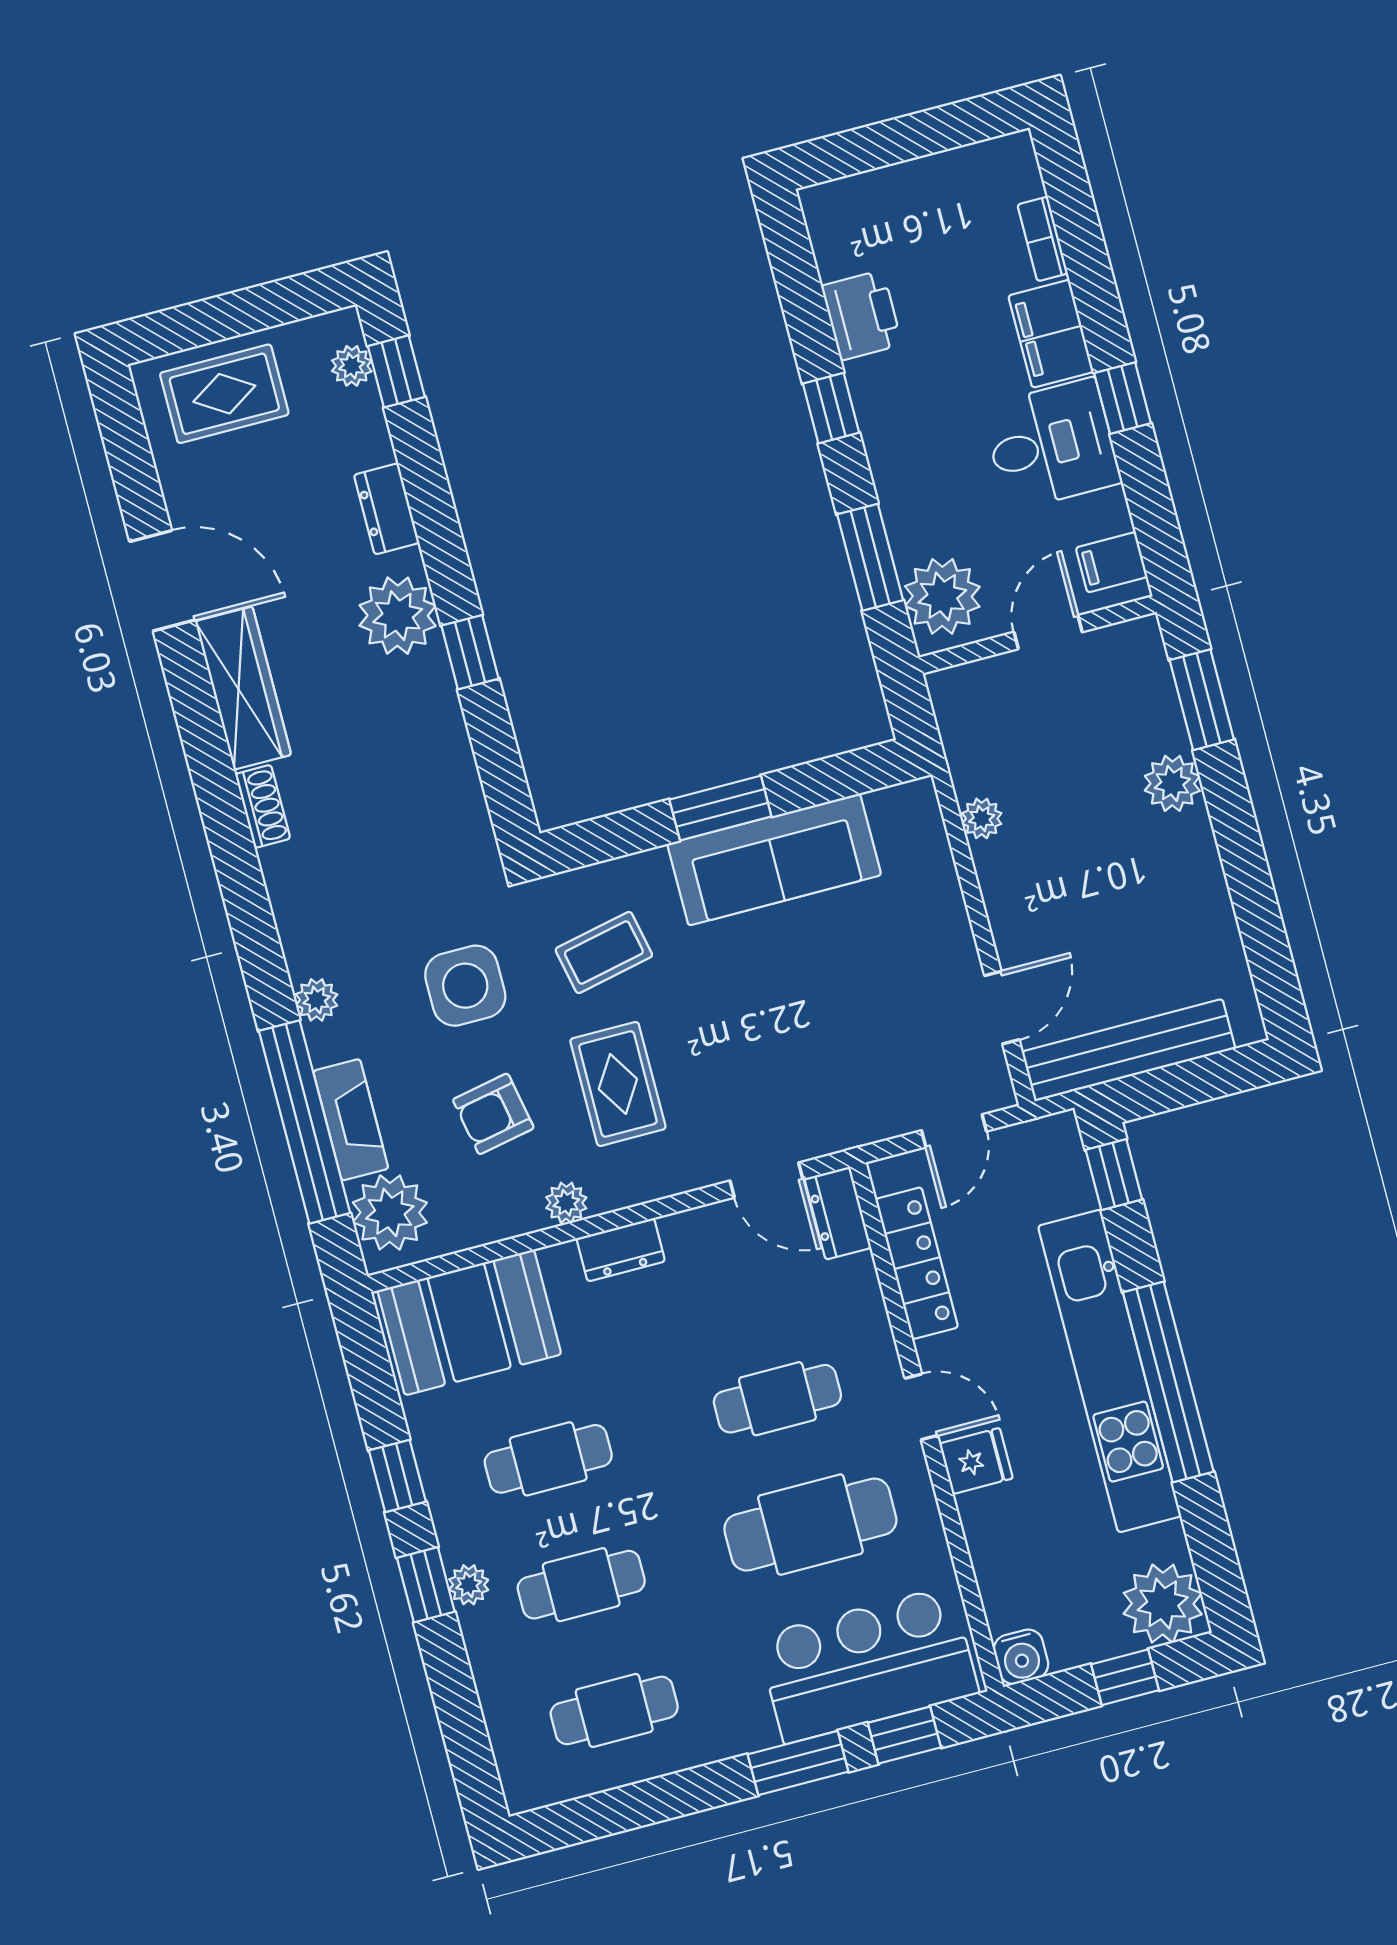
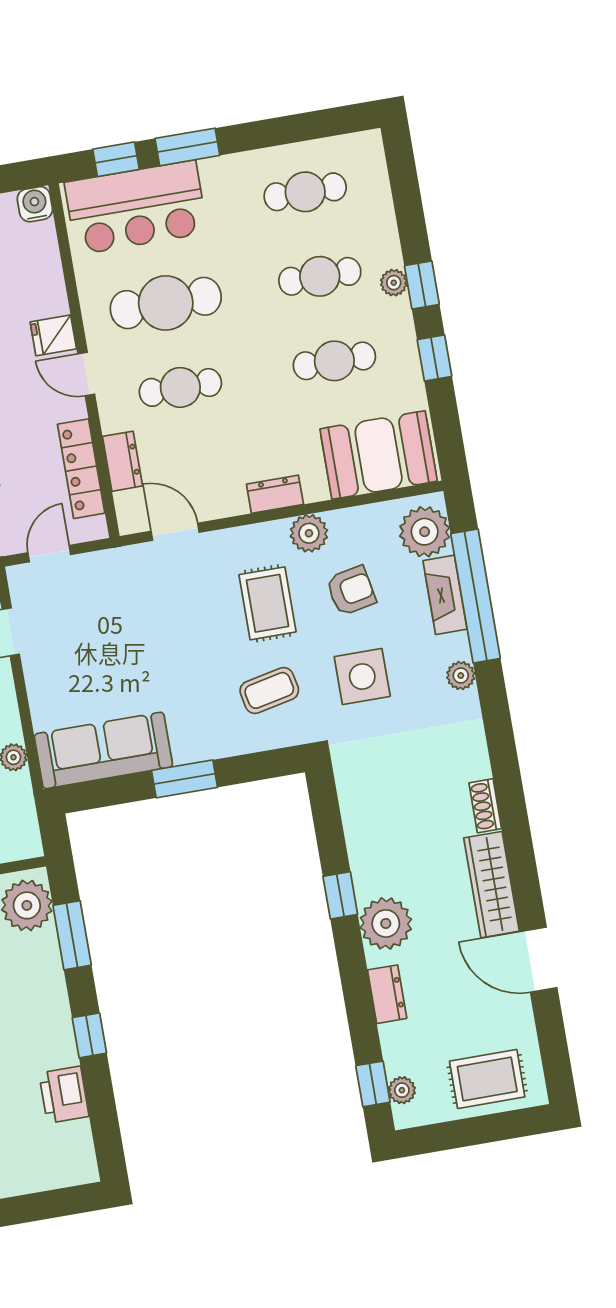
sofa: (774, 859) -> (103, 750), moved
plant: (566, 1203) -> (309, 533), width x1.38, depth x1.38
dresser: (838, 1213) -> (122, 461), moved

